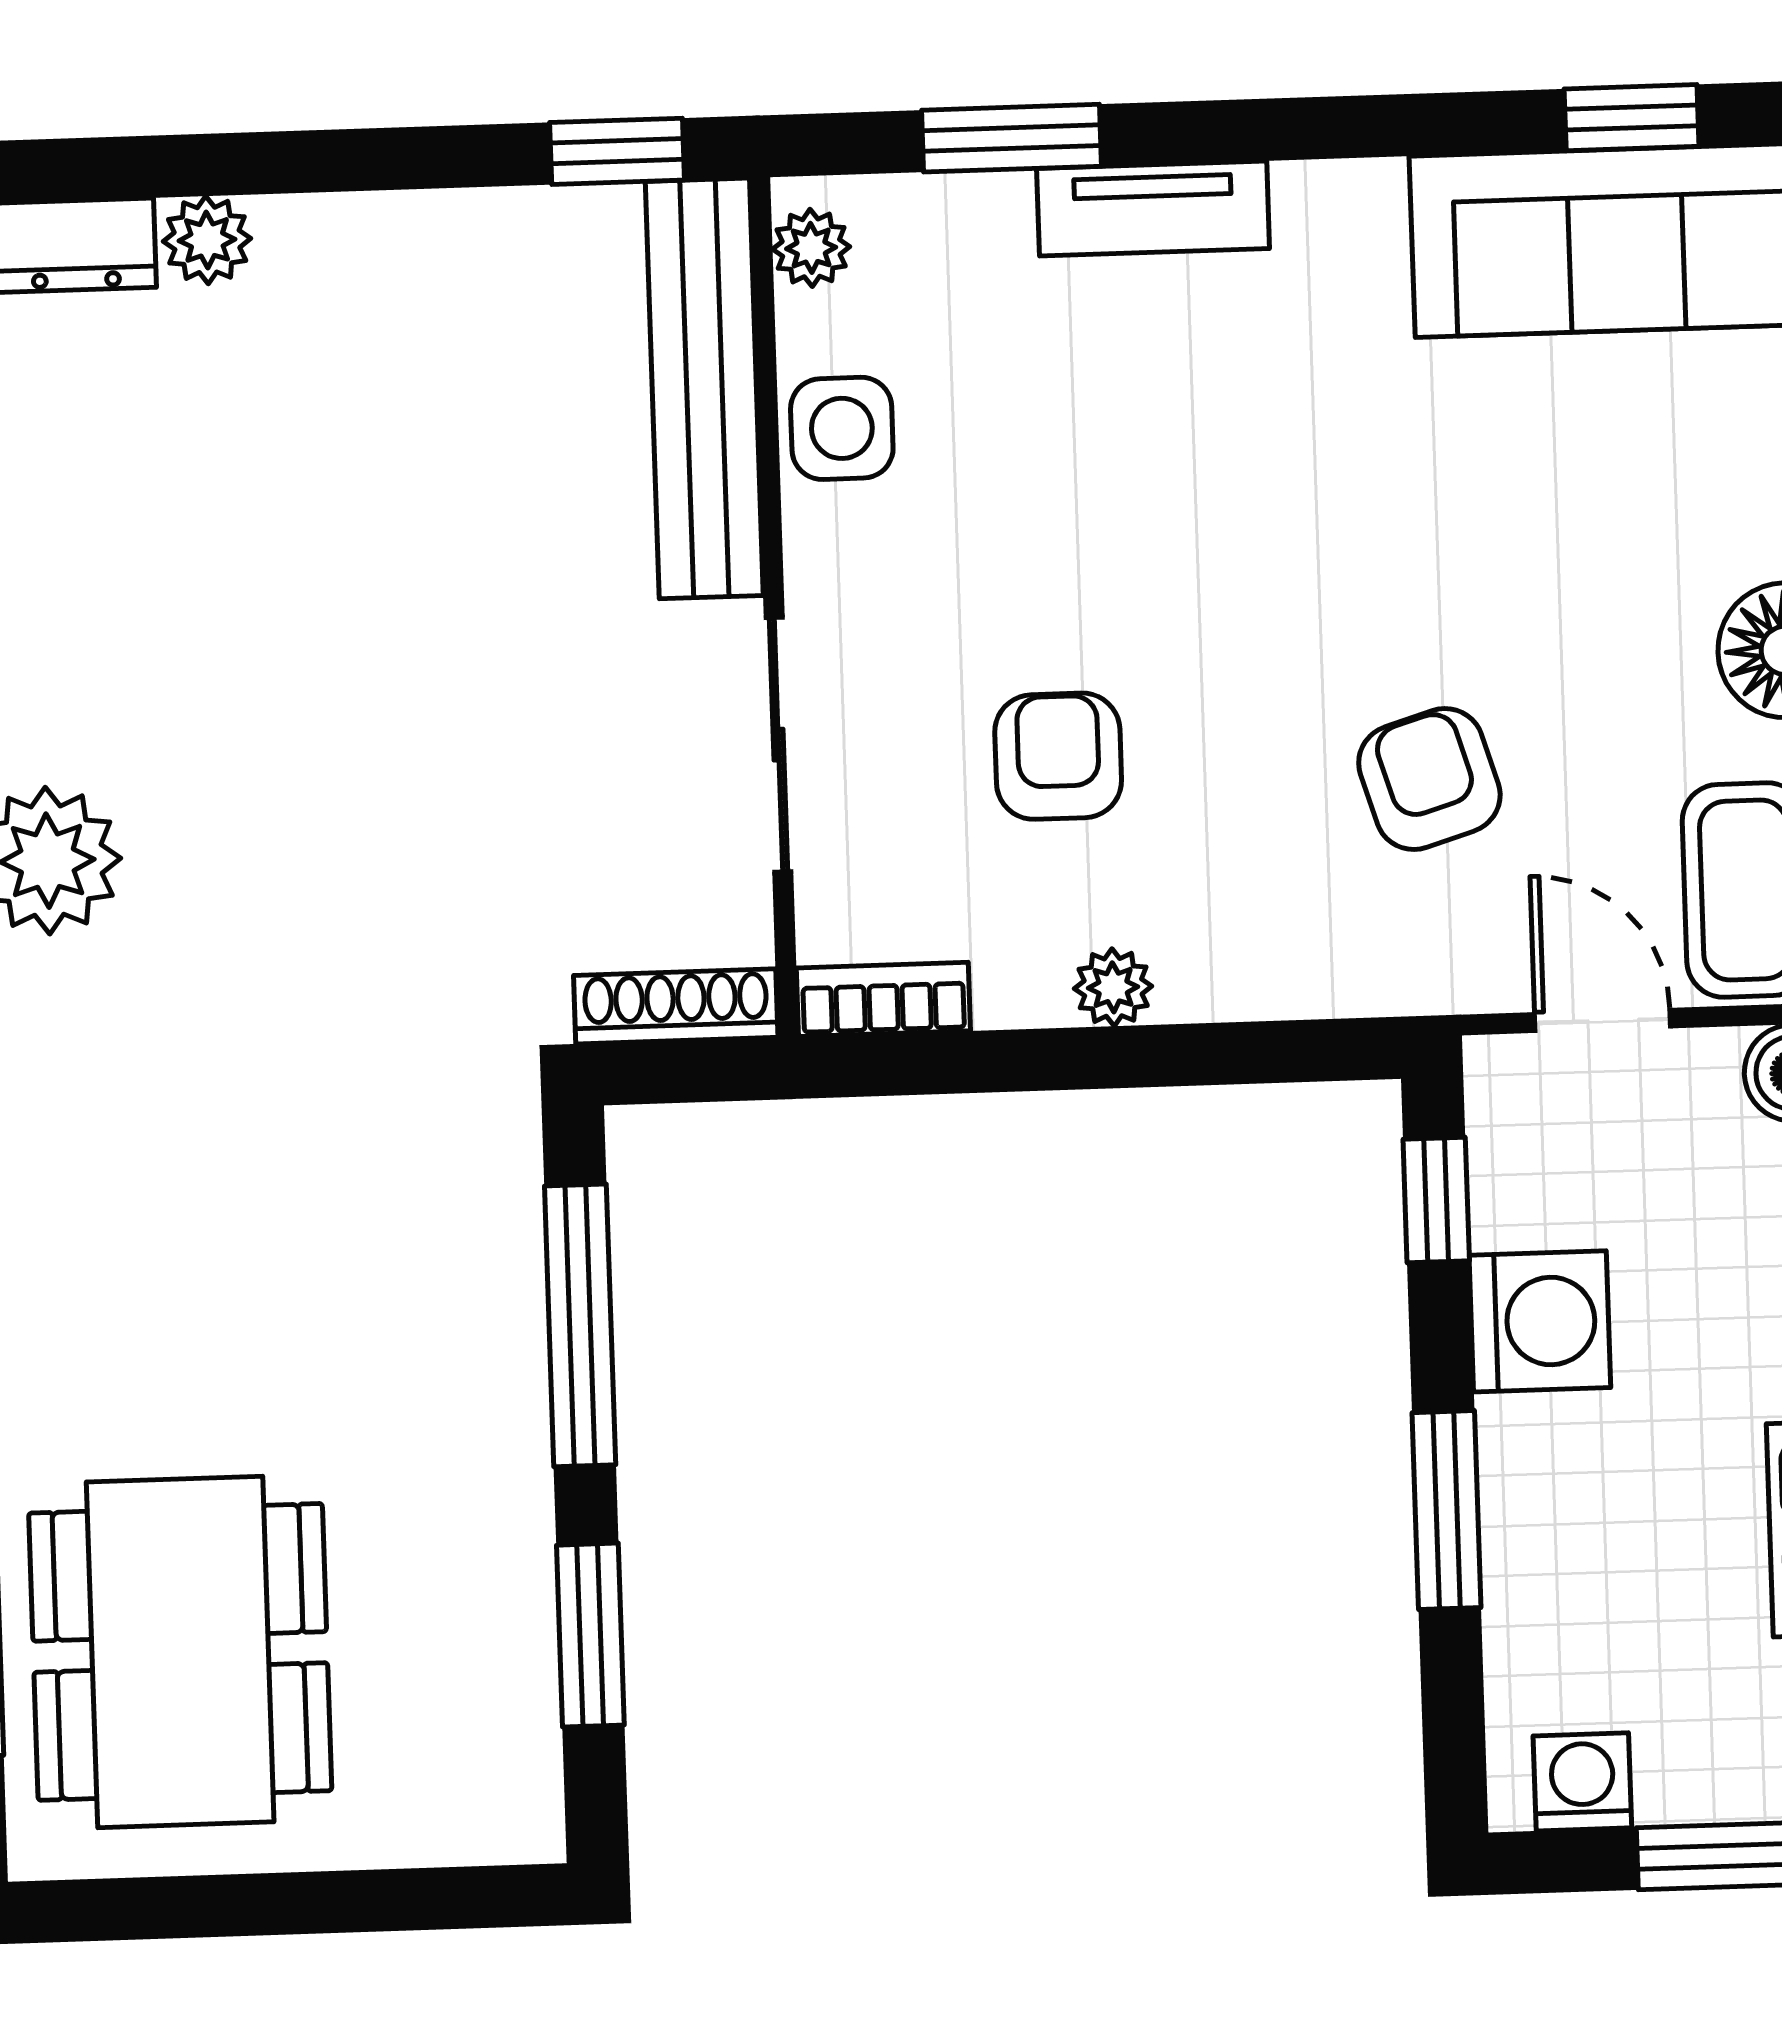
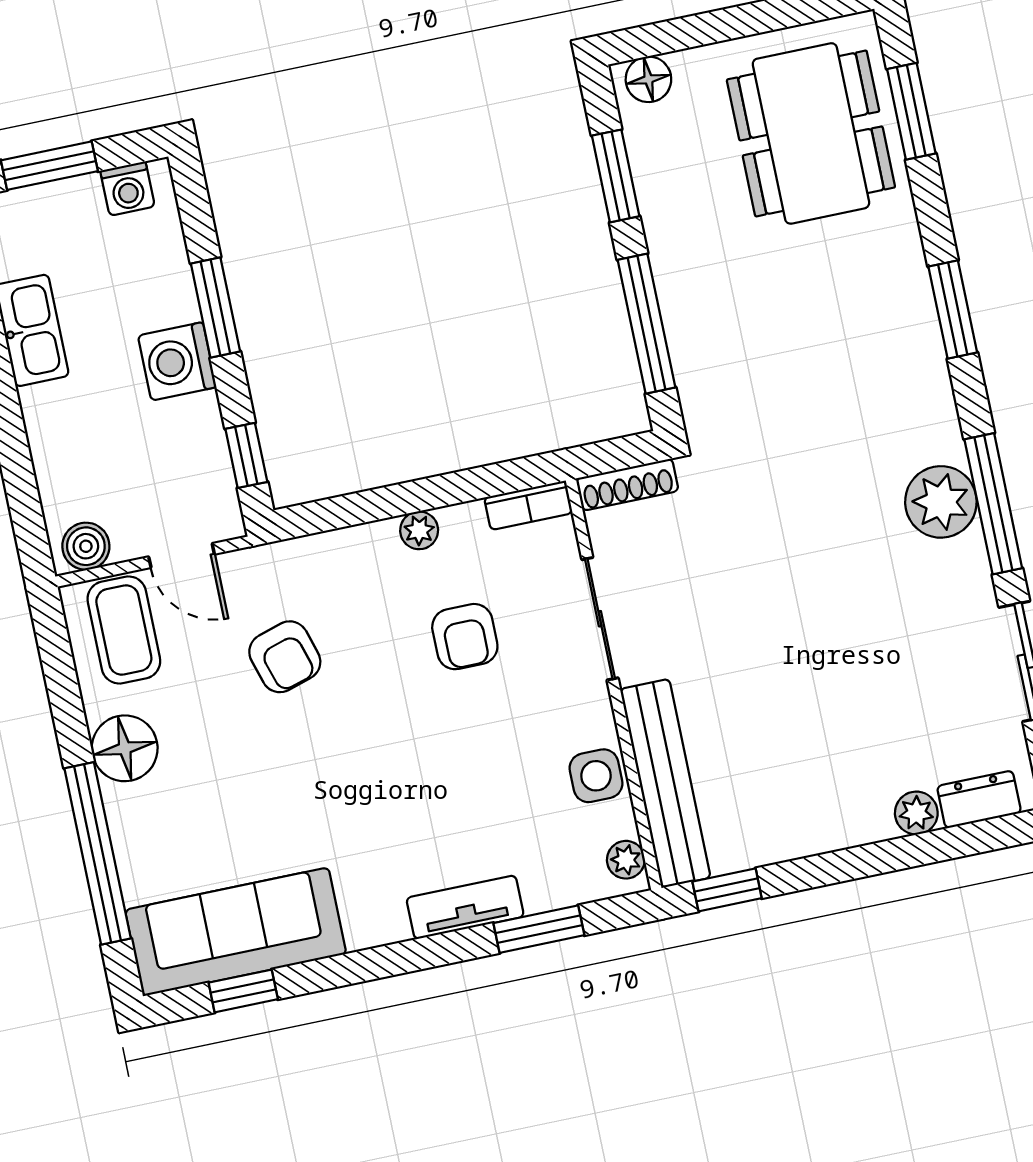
washing machine: (1540, 1321) -> (177, 361), moved
floor lamp: (490, 1819) -> (648, 79), added

